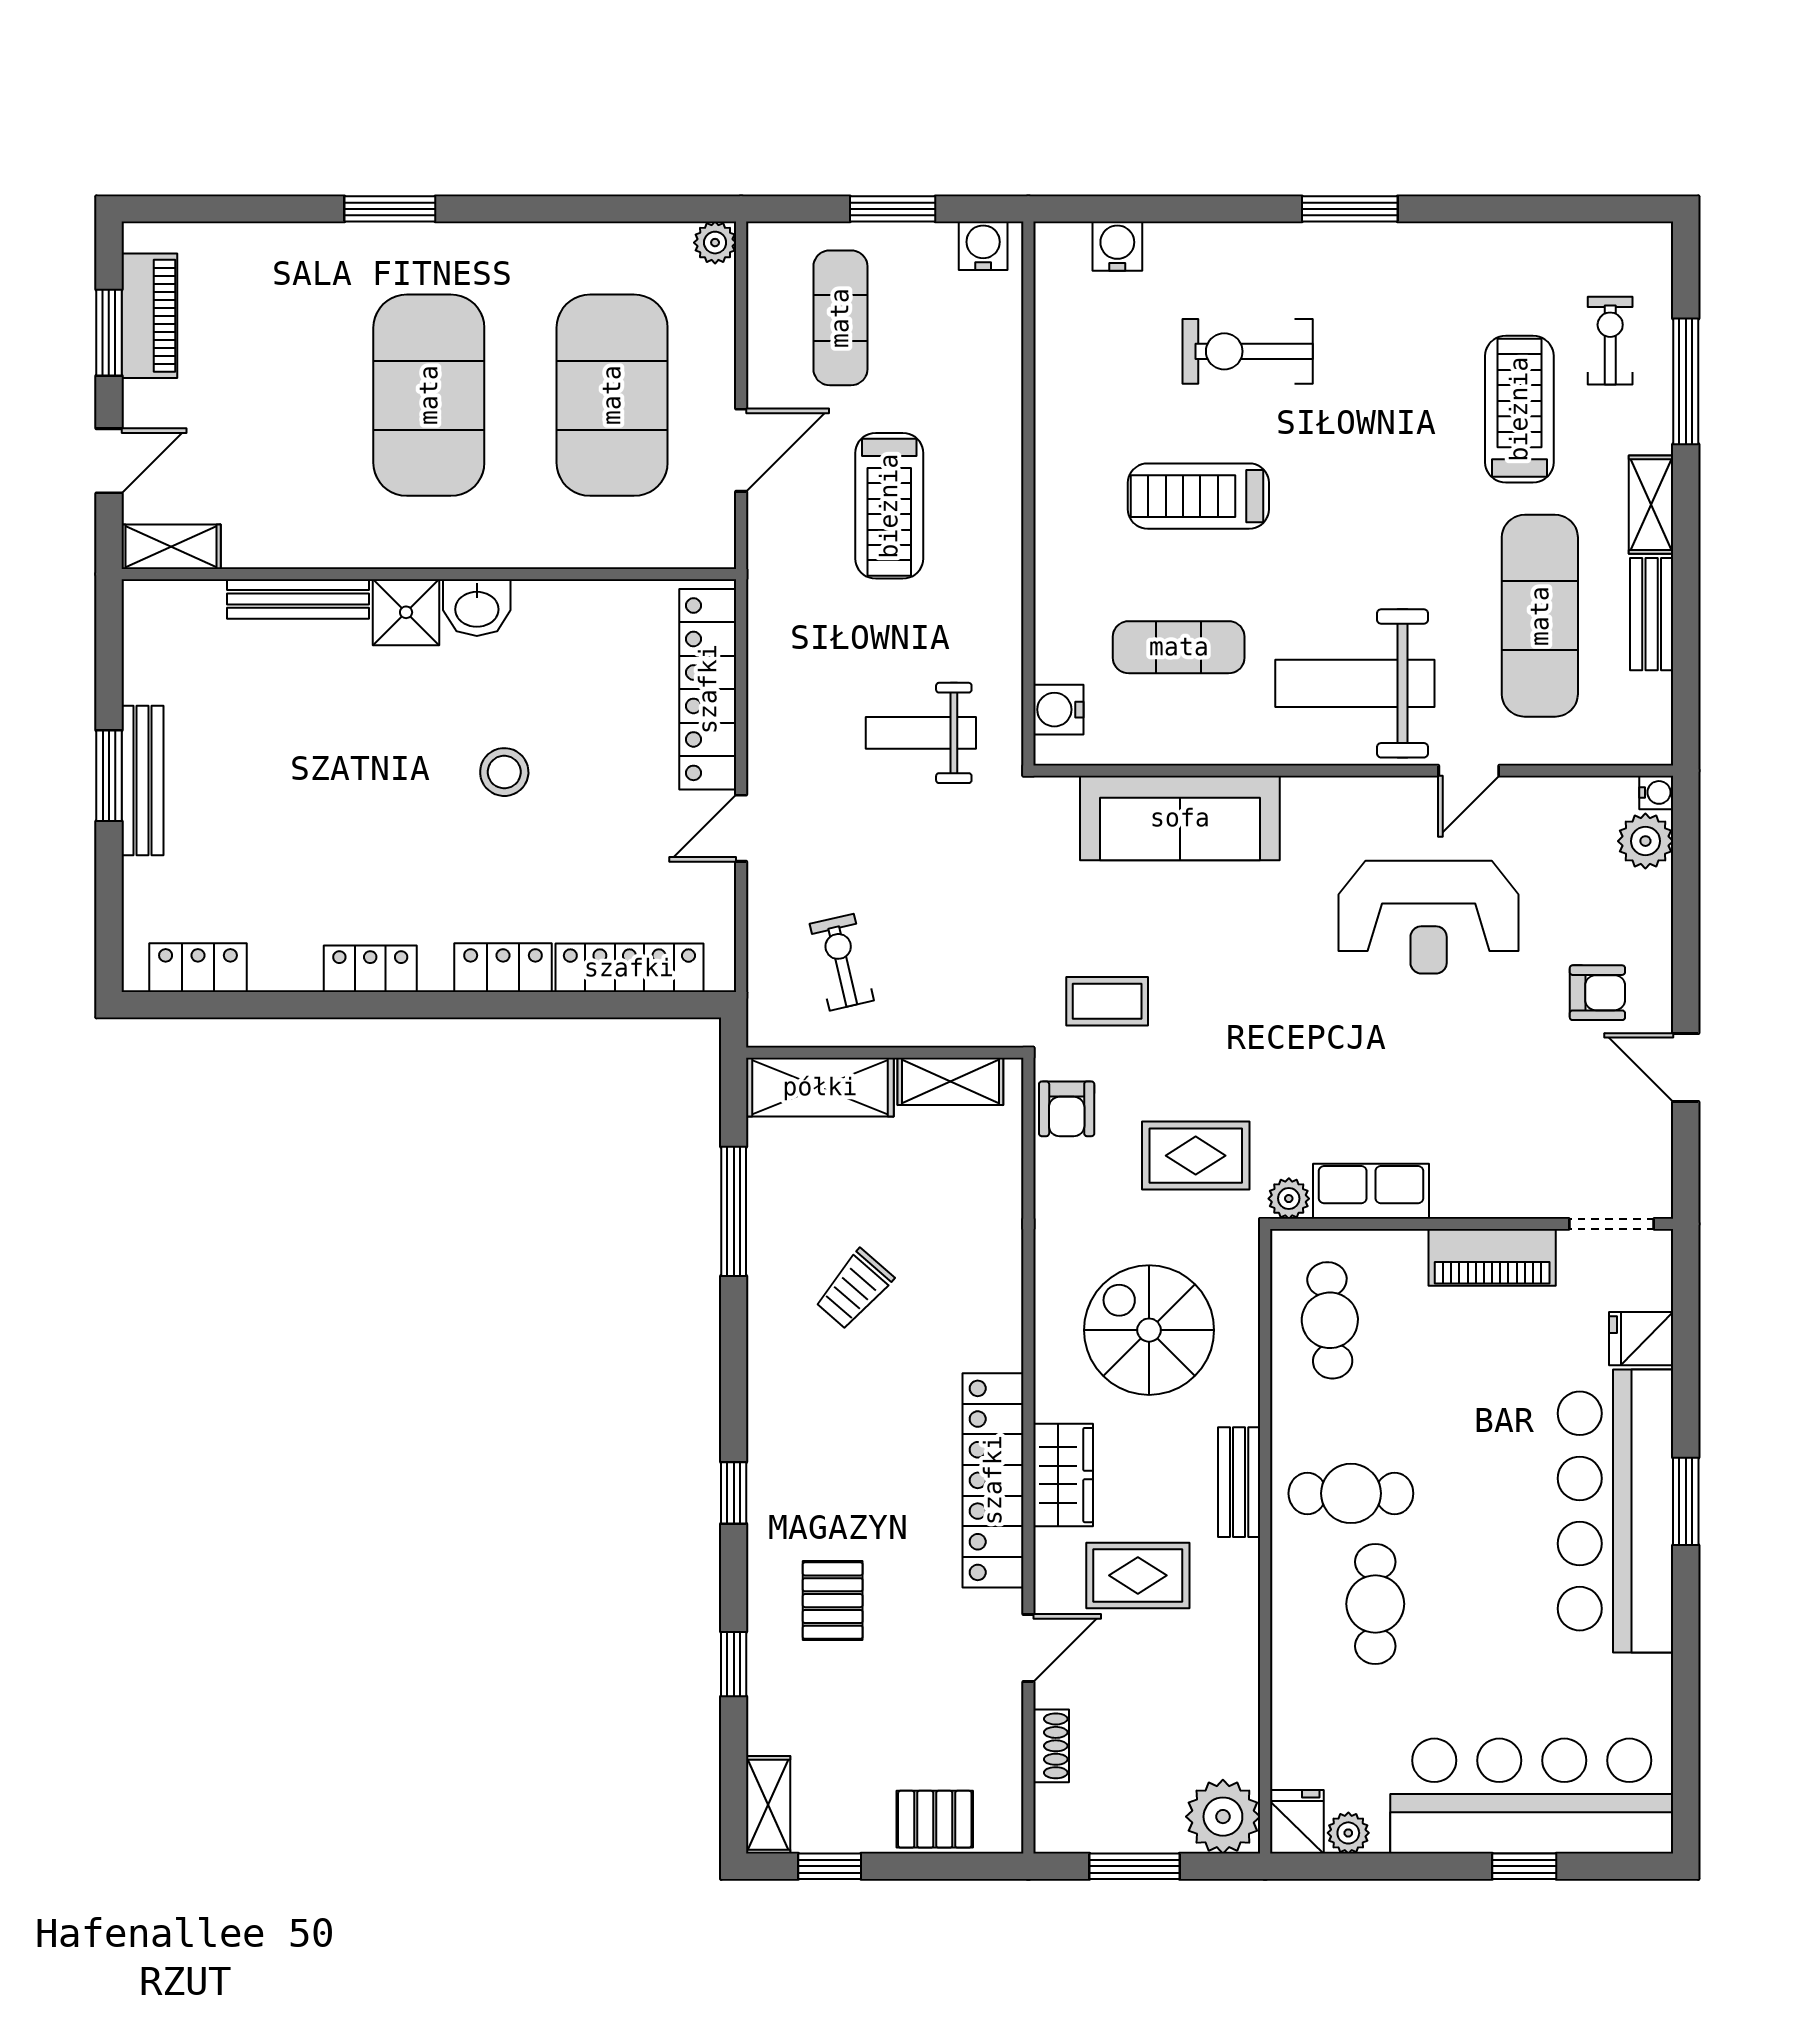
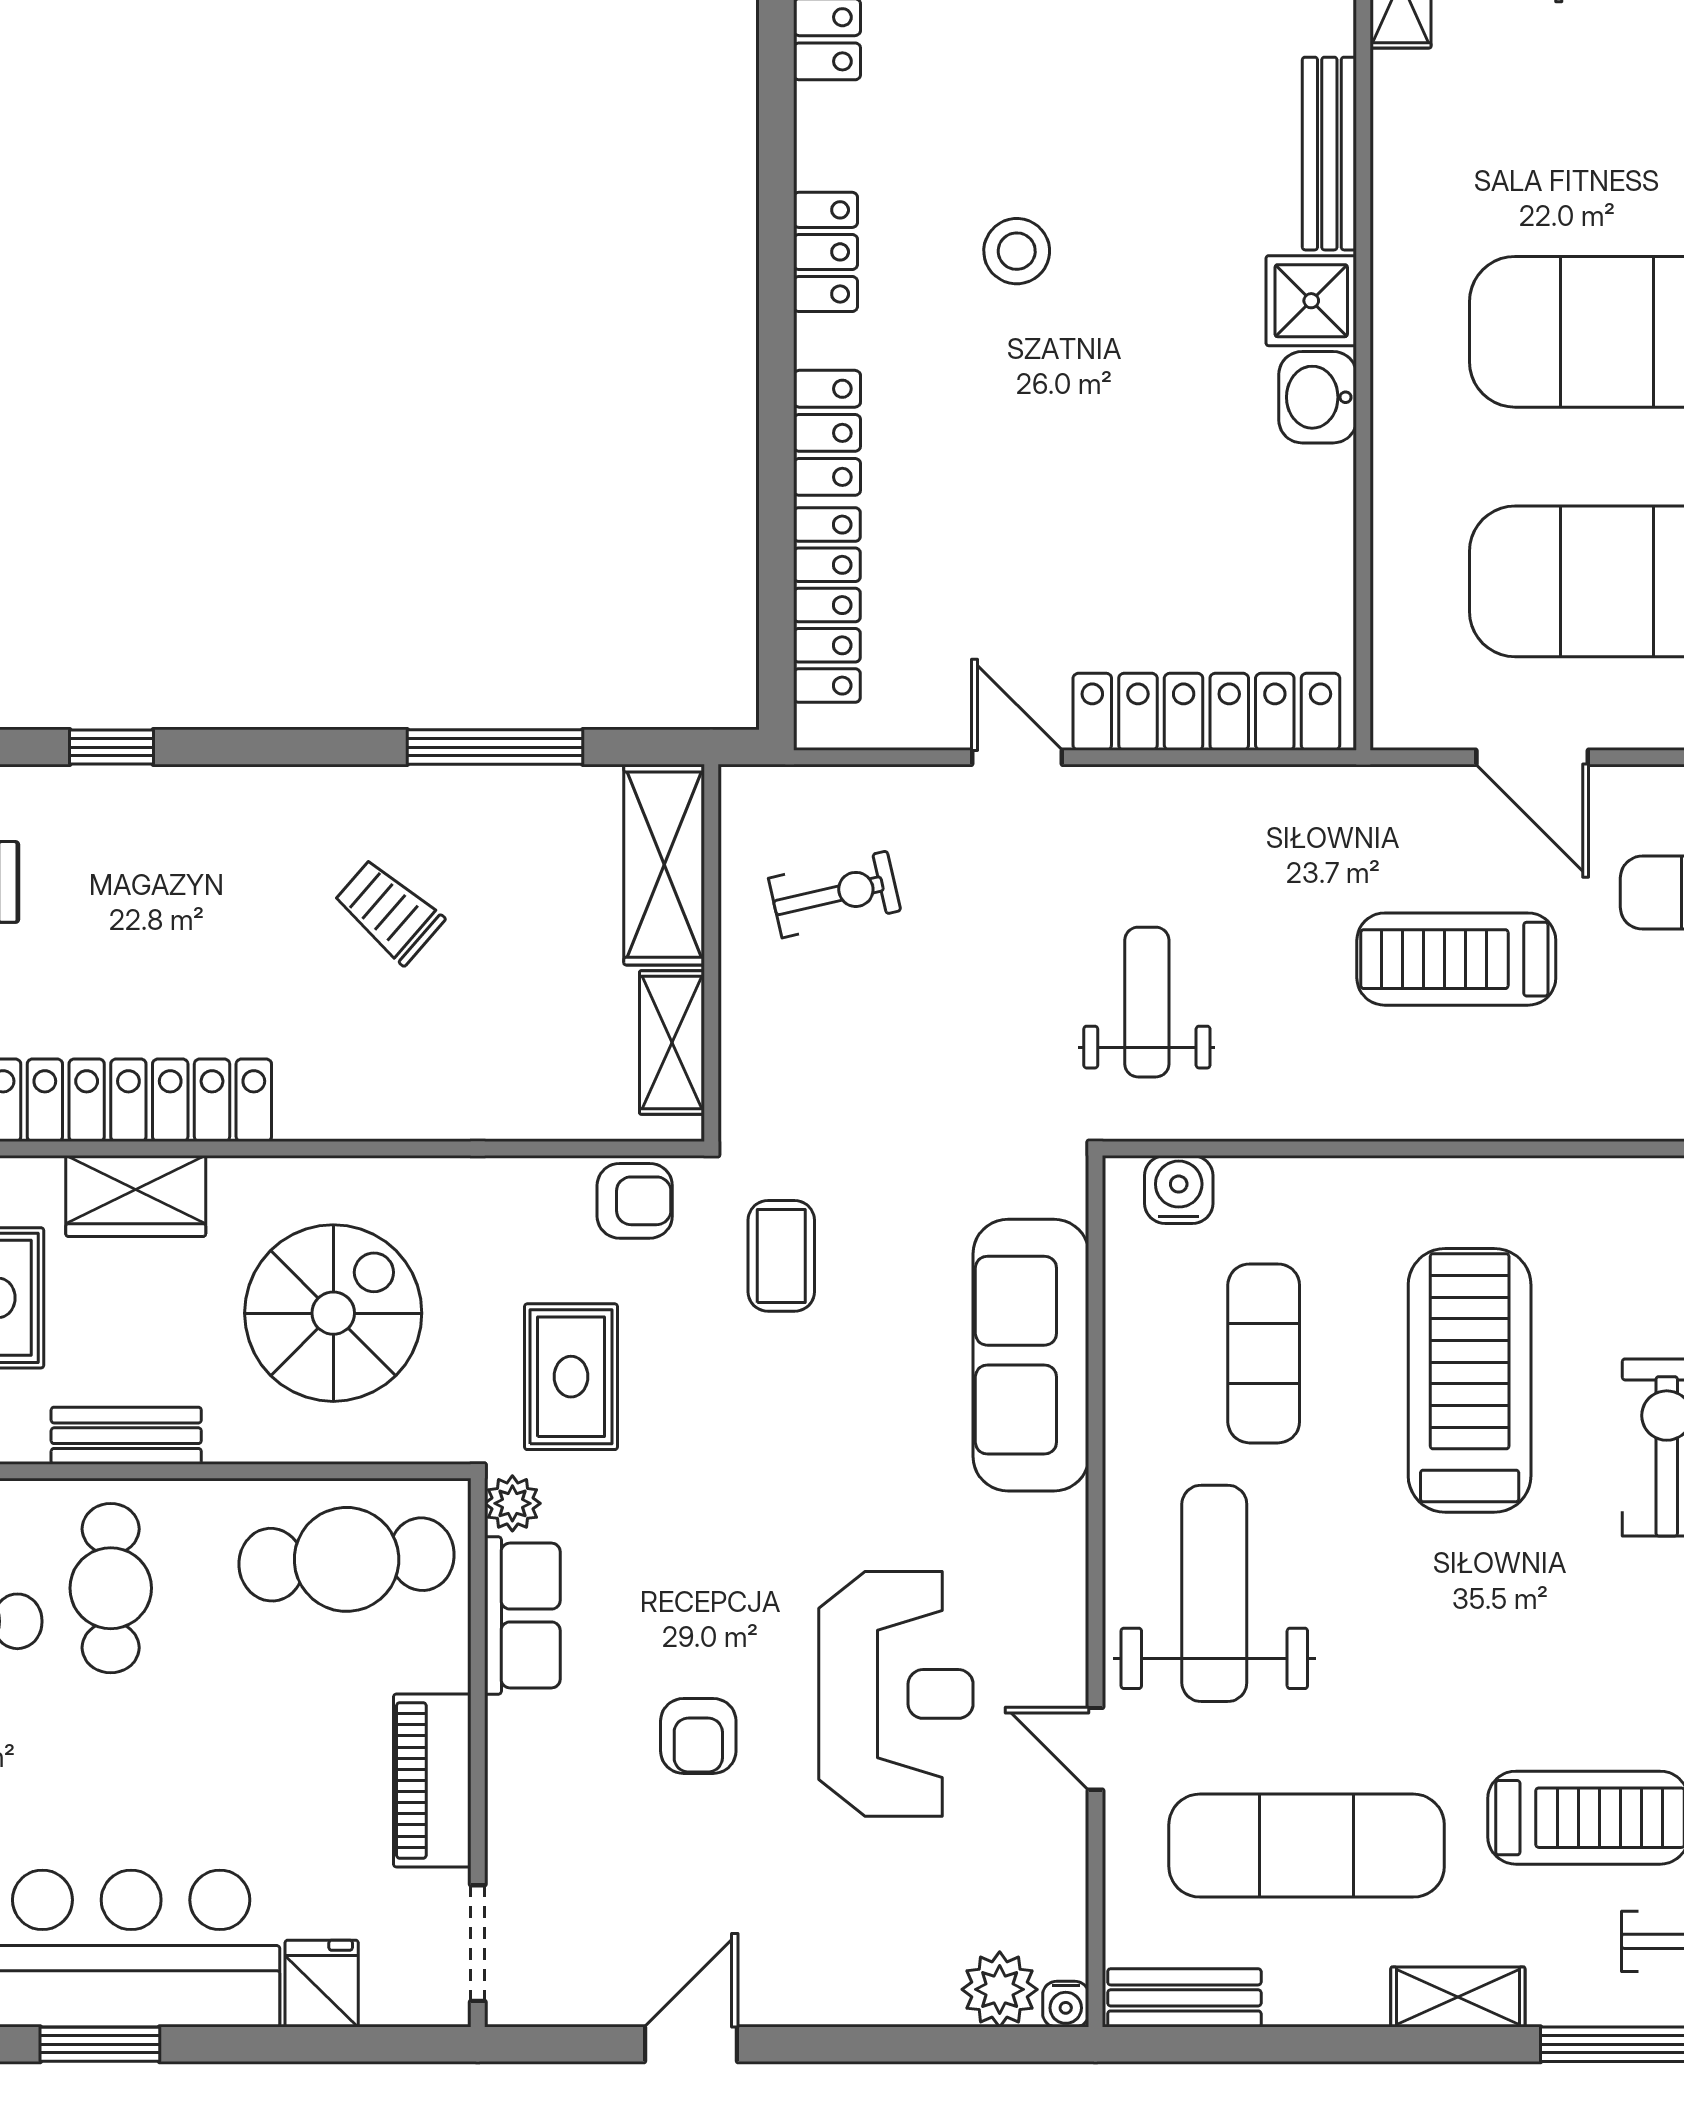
treadmill: (1198, 496) -> (1470, 1380), width x1.37, depth x1.38
bench: (1652, 614) -> (1184, 1998), moved
stool: (504, 772) -> (1017, 251), moved
reception desk: (1429, 917) -> (896, 1694), turned 180
armchair: (1597, 993) -> (698, 1736), moved
armchair: (1067, 1109) -> (635, 1201), turned 180
cafe table: (1330, 1320) -> (347, 1559), width x1.37, depth x1.35

